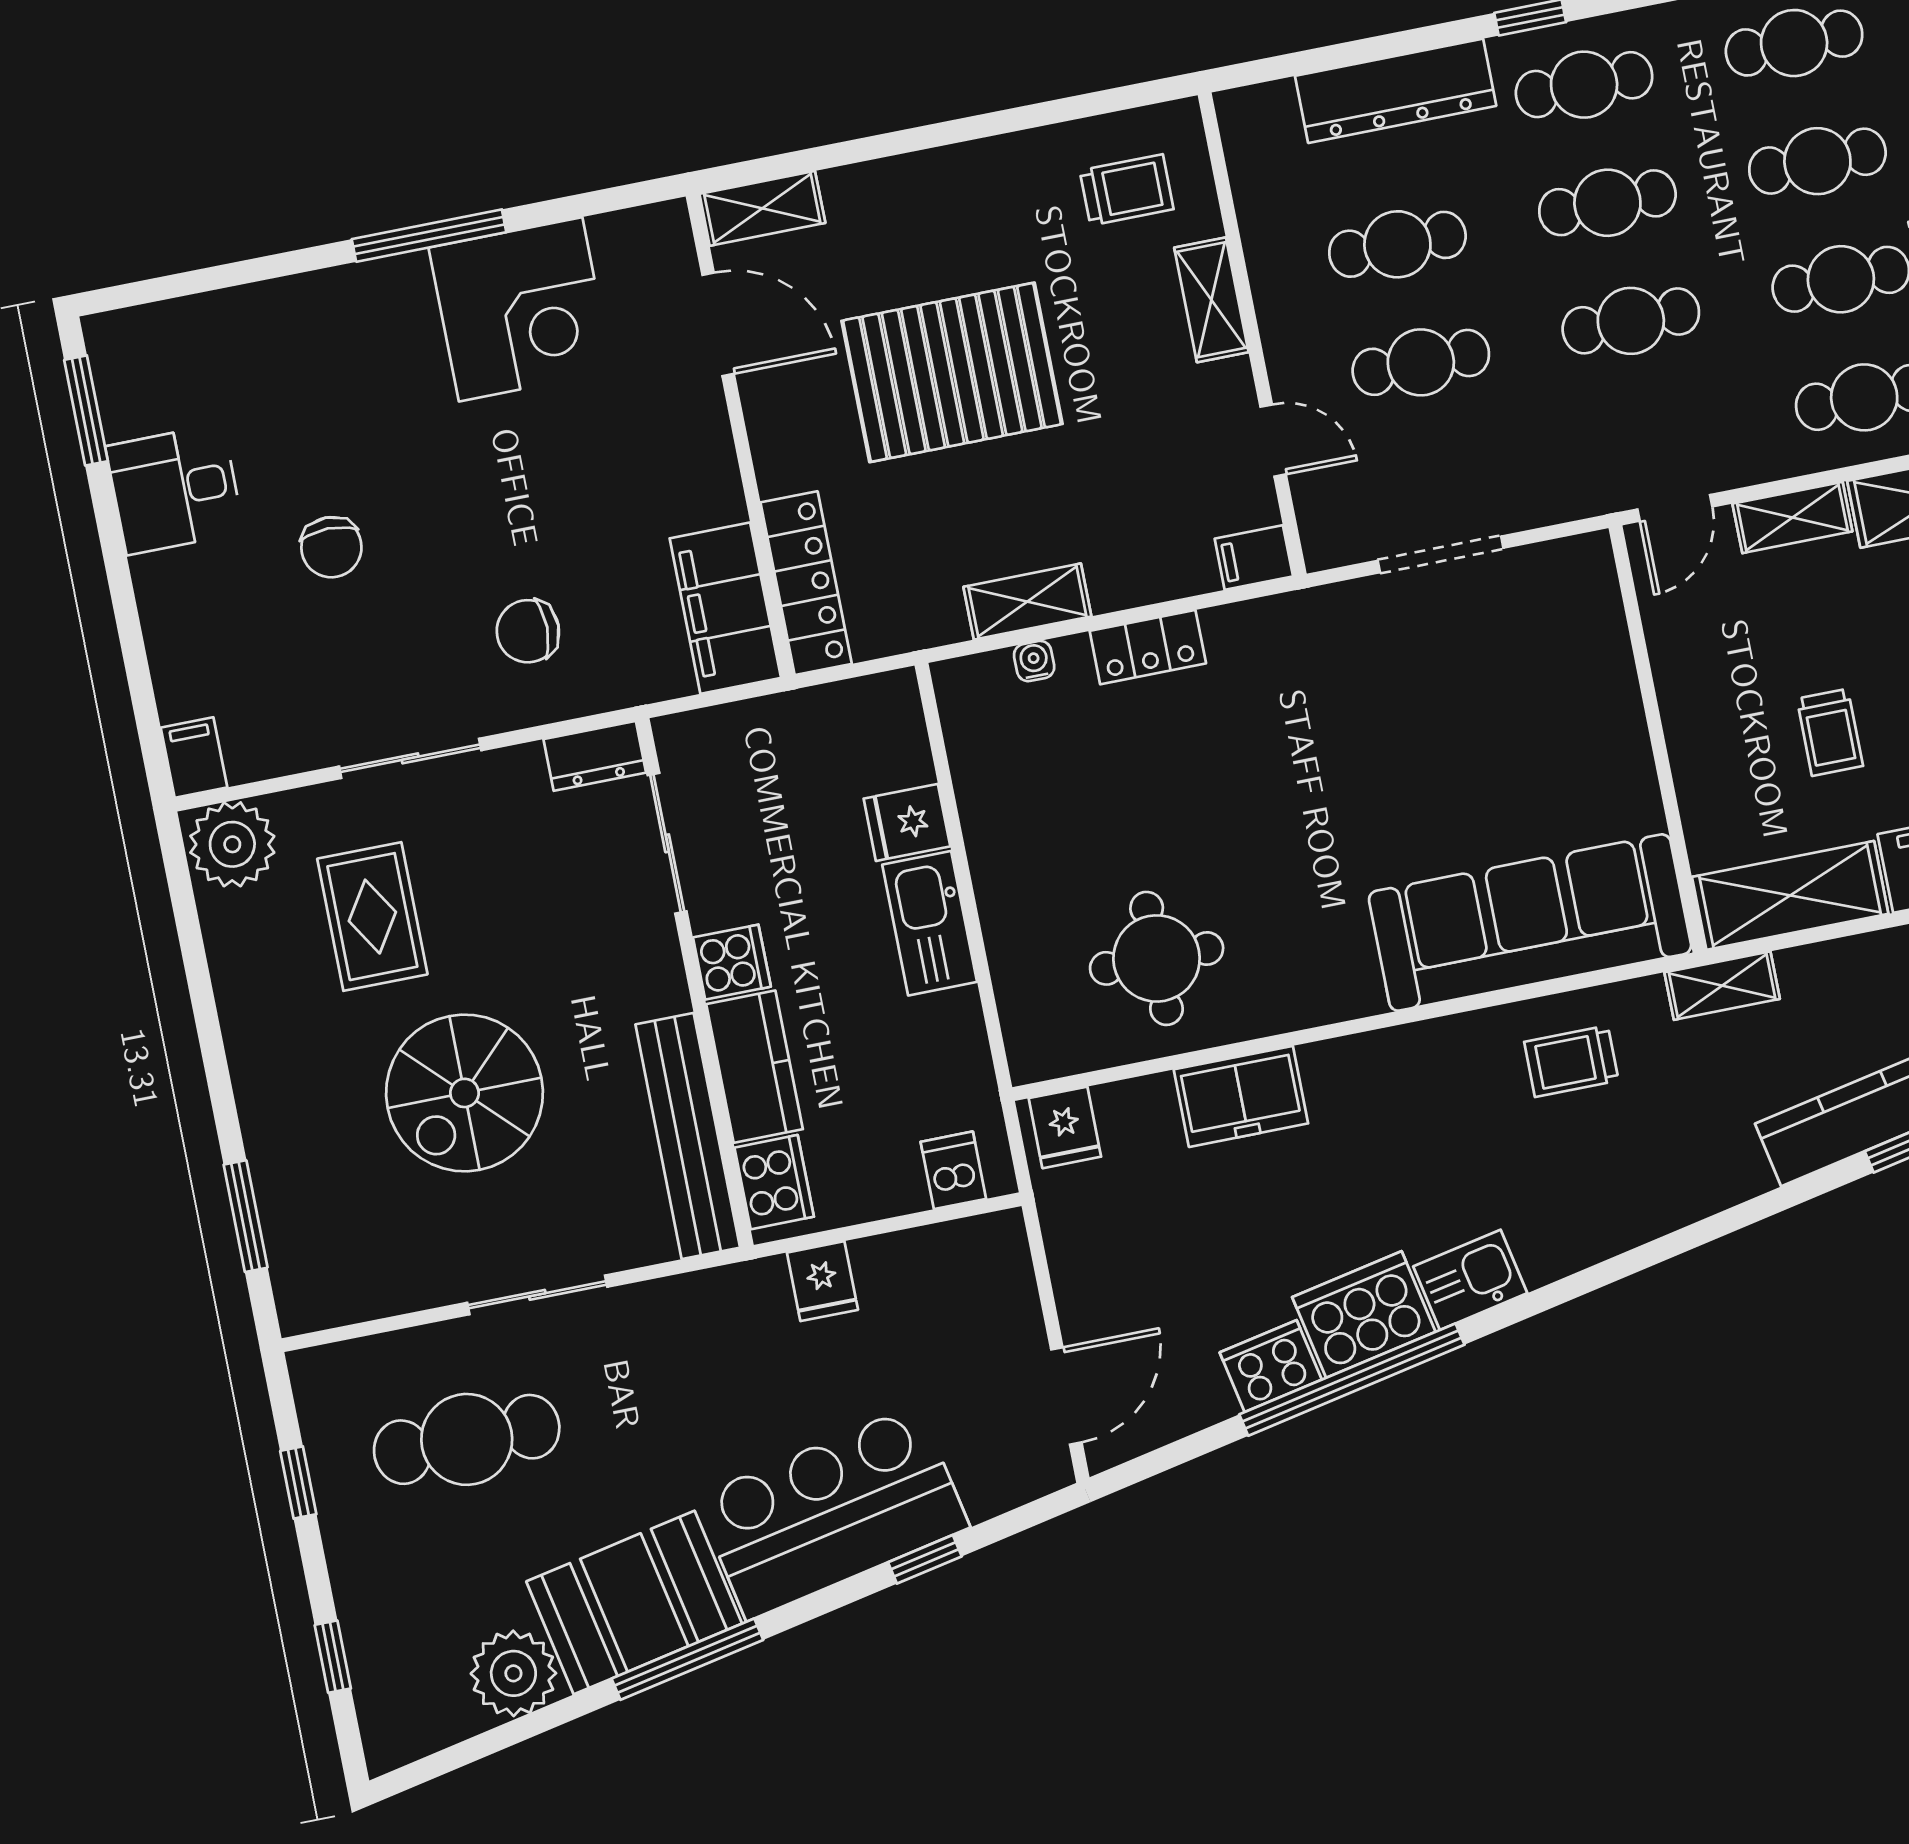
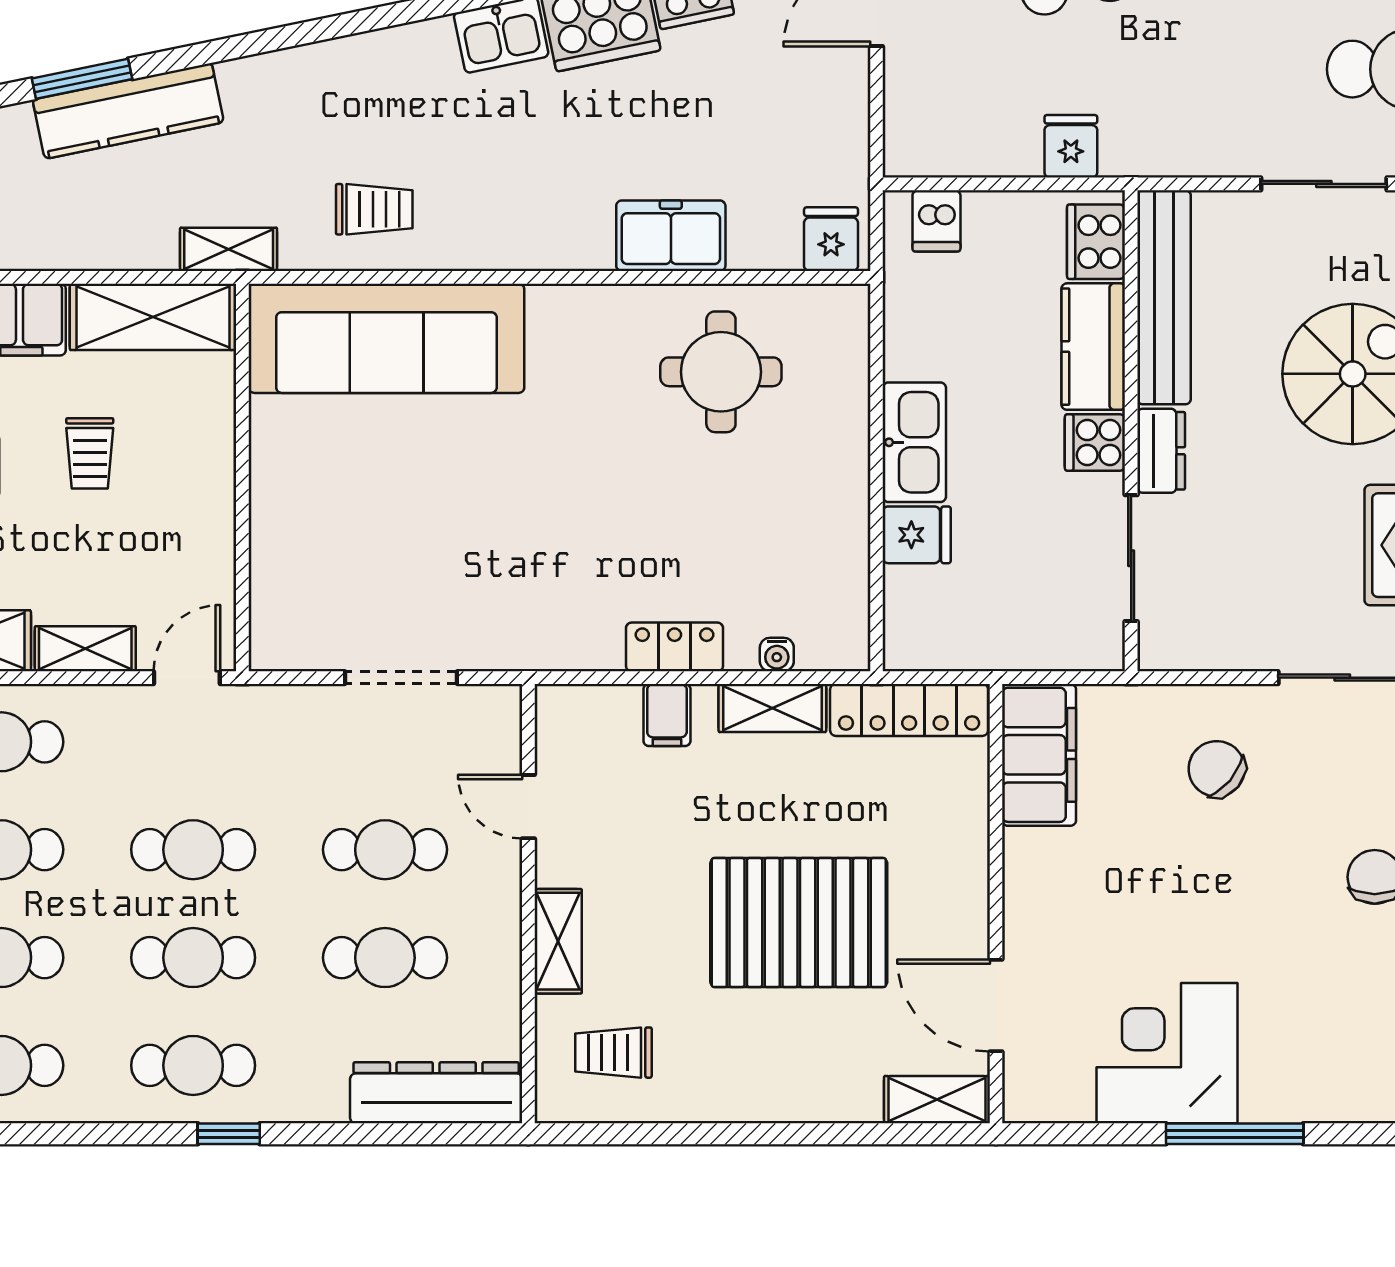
dresser: (1396, 91) -> (436, 1093), moved
filing cabinet: (1254, 558) -> (667, 715), moved, turned 90
locker: (806, 583) -> (909, 710), moved, turned -90
chair: (528, 631) -> (1217, 769), turned -140
trolley: (1830, 732) -> (90, 453), turned 180
dresser: (595, 756) -> (1161, 451), moved, turned 90

